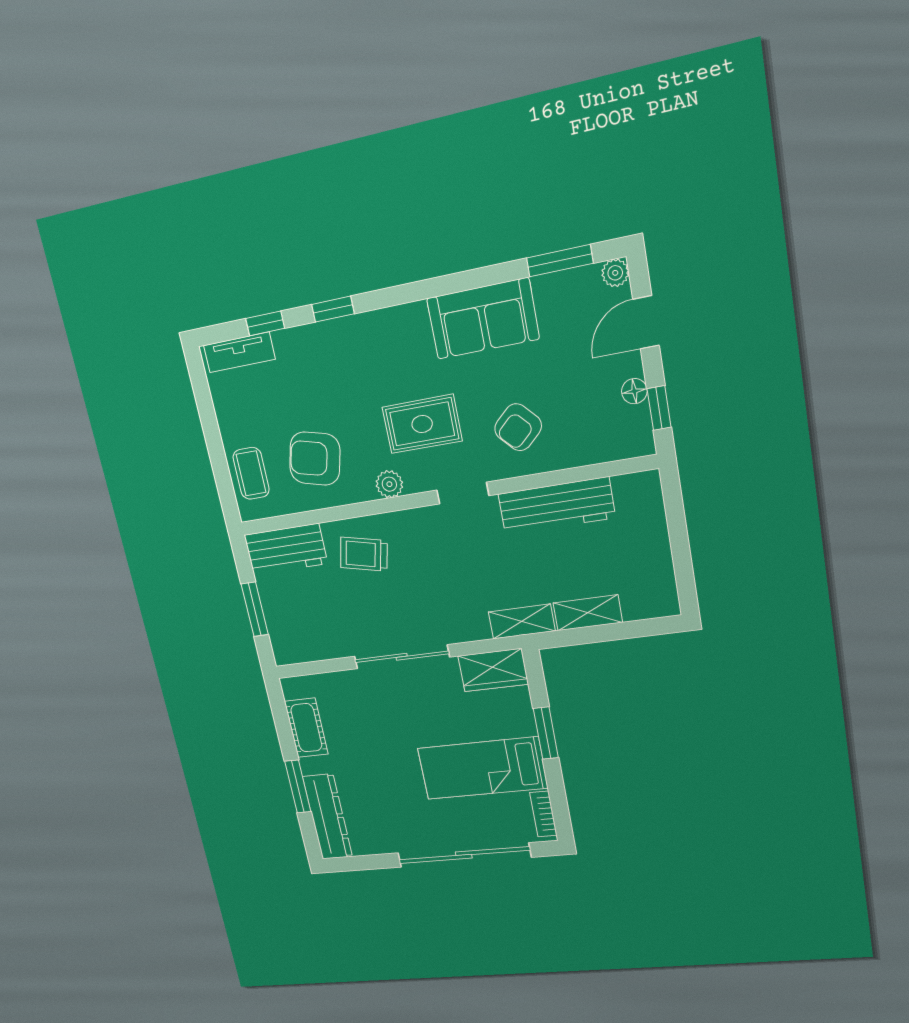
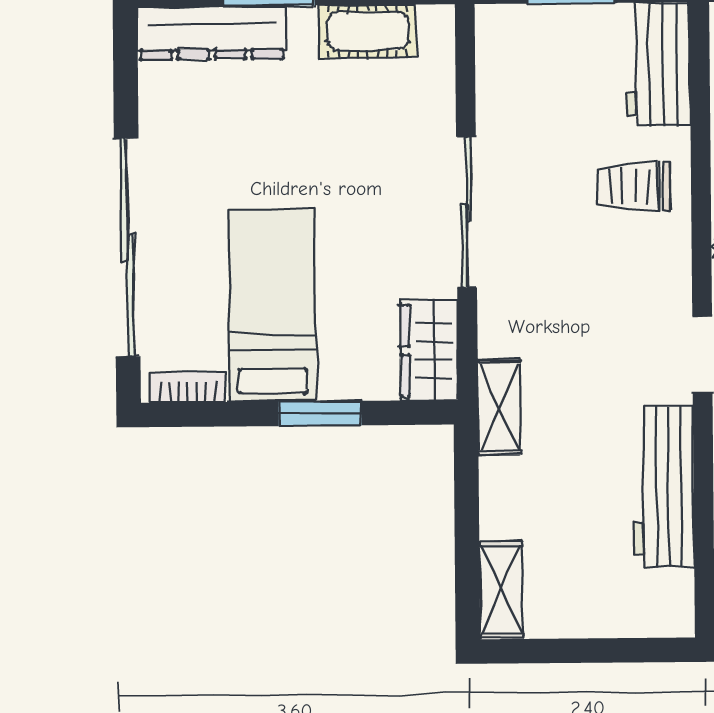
trolley: (364, 554) -> (633, 186), turned -103
shelving: (588, 613) -> (501, 589), moved

